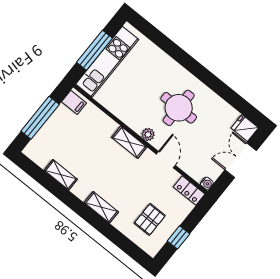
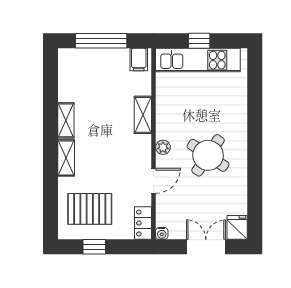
window: (95, 50) -> (199, 41), width x0.46
round table: (179, 108) -> (208, 155), turned 34
shelving: (129, 142) -> (143, 115), moved
shelving: (61, 175) -> (66, 120), moved
pallet: (150, 219) -> (90, 209), width x1.50, depth x1.42

